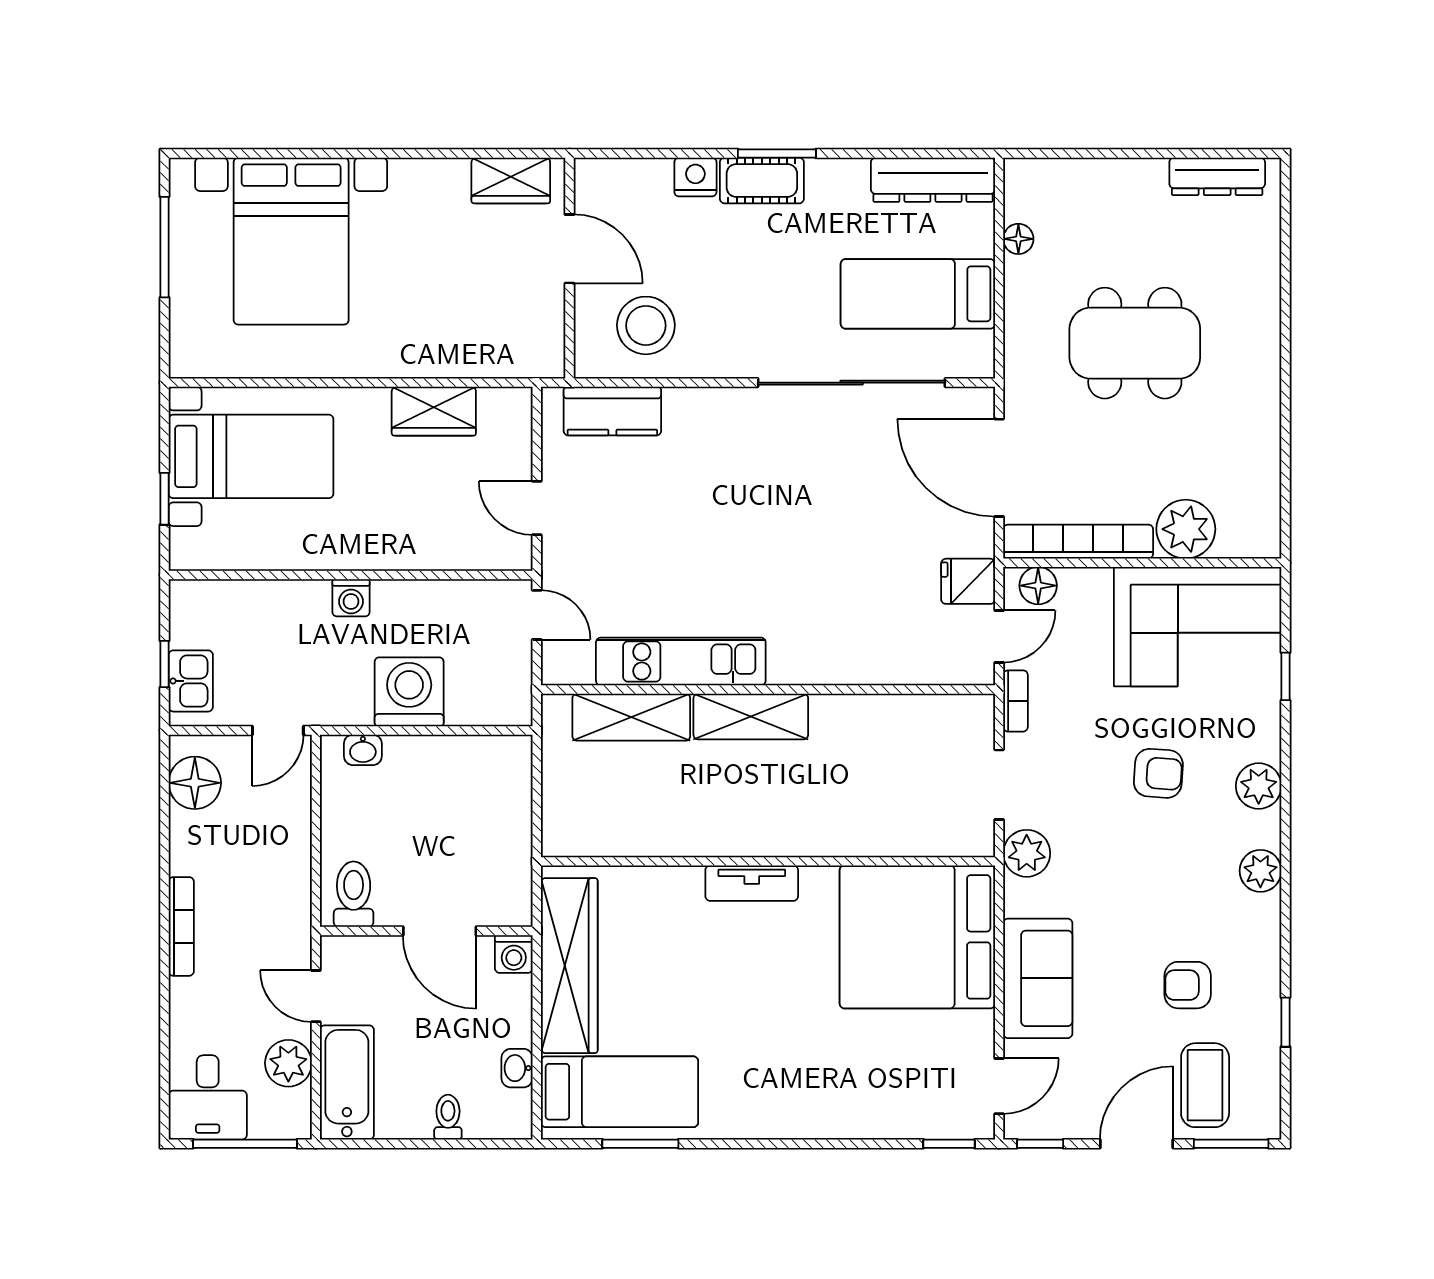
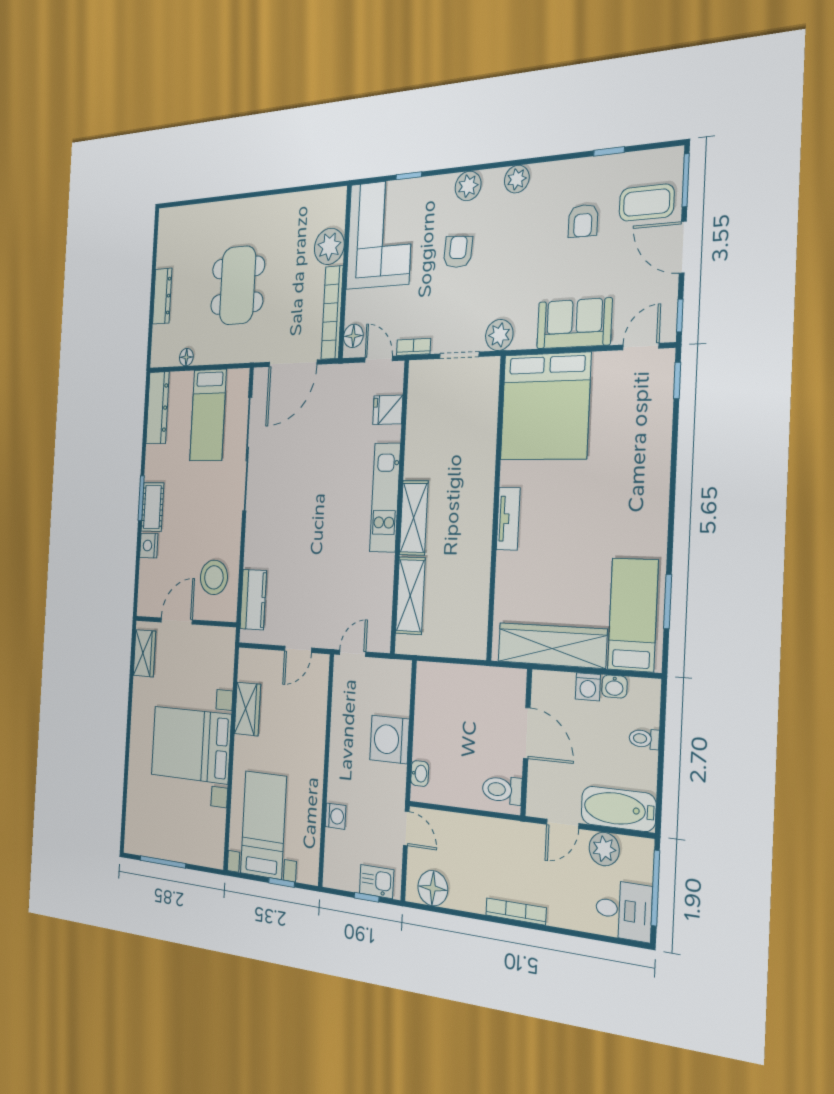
dresser: (1217, 176) -> (162, 296), moved
bed with nightstands: (291, 241) -> (191, 745), moved, turned 180
fridge: (968, 581) -> (388, 410), moved, turned 90
washing machine: (351, 598) -> (336, 816), moved
kitchen unit: (681, 662) -> (385, 497), moved
door: (440, 931) -> (527, 733), hinge flipped
washing machine: (514, 954) -> (588, 687), moved, turned 90
door: (999, 1086) -> (641, 347), hinge flipped

